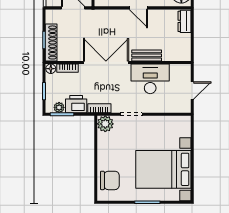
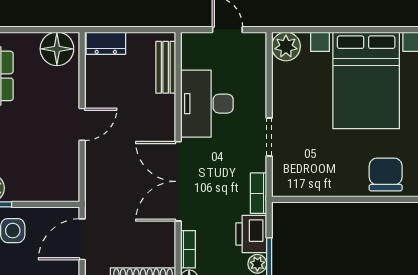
bench: (147, 55) -> (166, 67), moved
plant: (105, 124) -> (286, 46), moved

